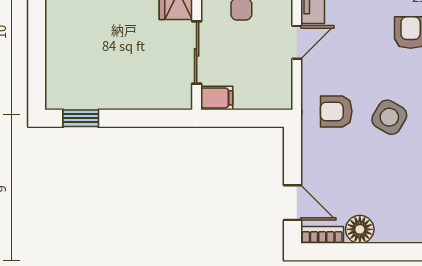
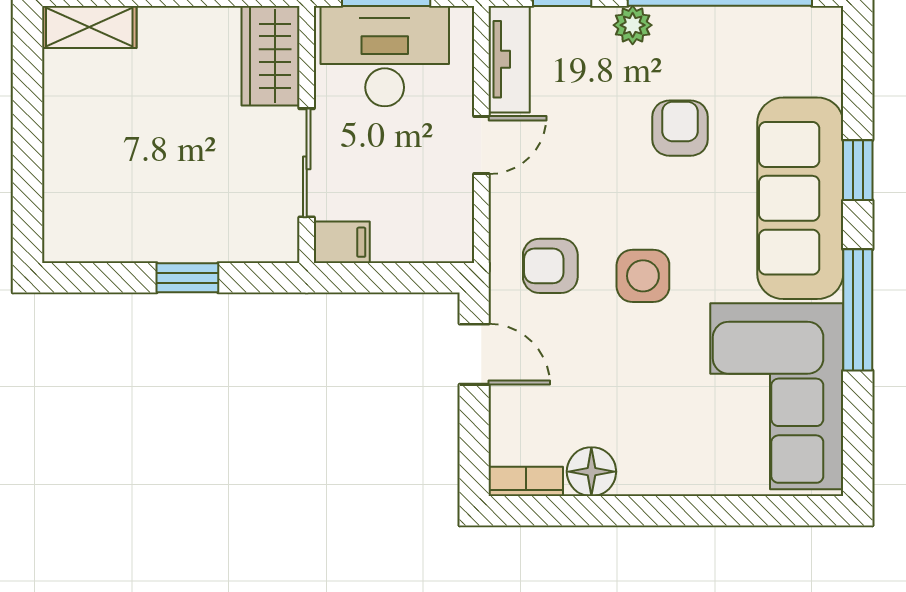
side table: (389, 117) -> (643, 276), turned -30
window: (81, 118) -> (187, 278), moved
door: (293, 203) -> (474, 354), moved

